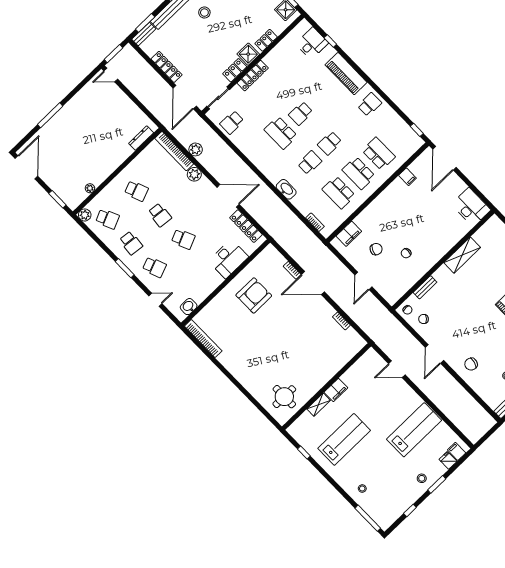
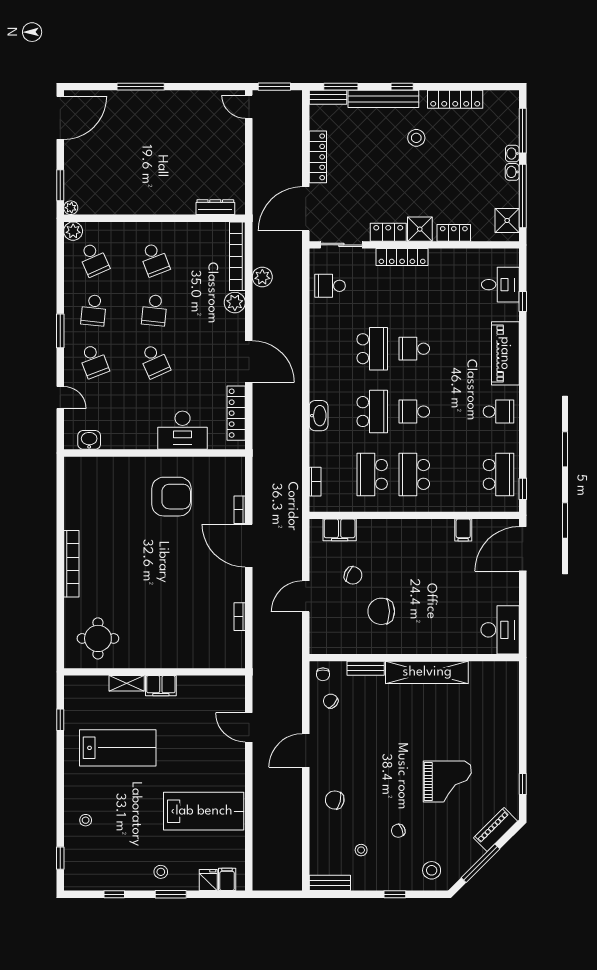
school desk: (281, 133) -> (372, 349), turned 180
school desk: (379, 154) -> (498, 474), moved
school desk: (310, 163) -> (372, 412), width x1.85
plant: (90, 188) -> (71, 208), moved
chair: (406, 253) -> (381, 611), width x1.87, depth x1.87
shelving: (462, 255) -> (427, 672), width x1.47
bookcase: (203, 338) -> (71, 564), moved
window: (368, 518) -> (60, 858), width x0.46

